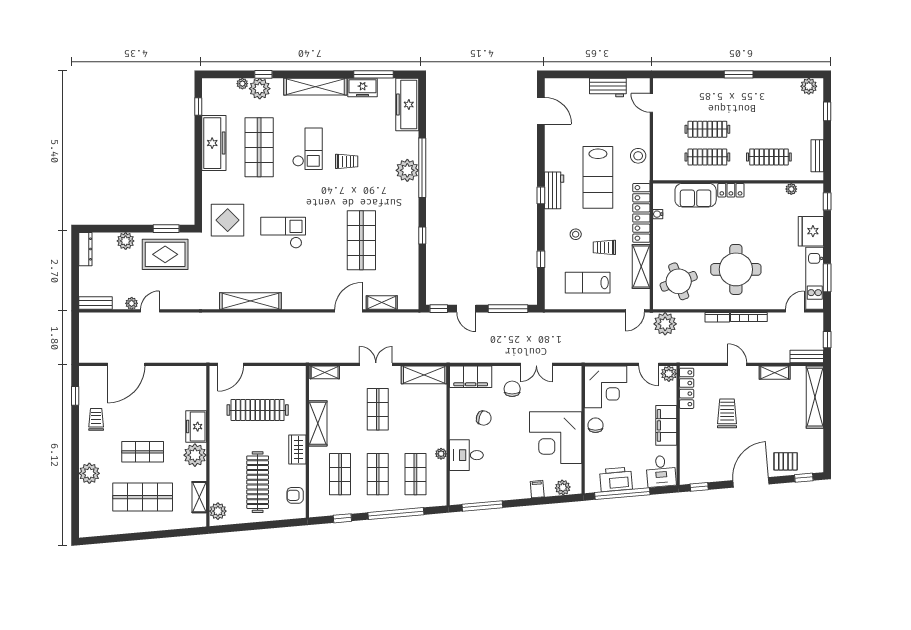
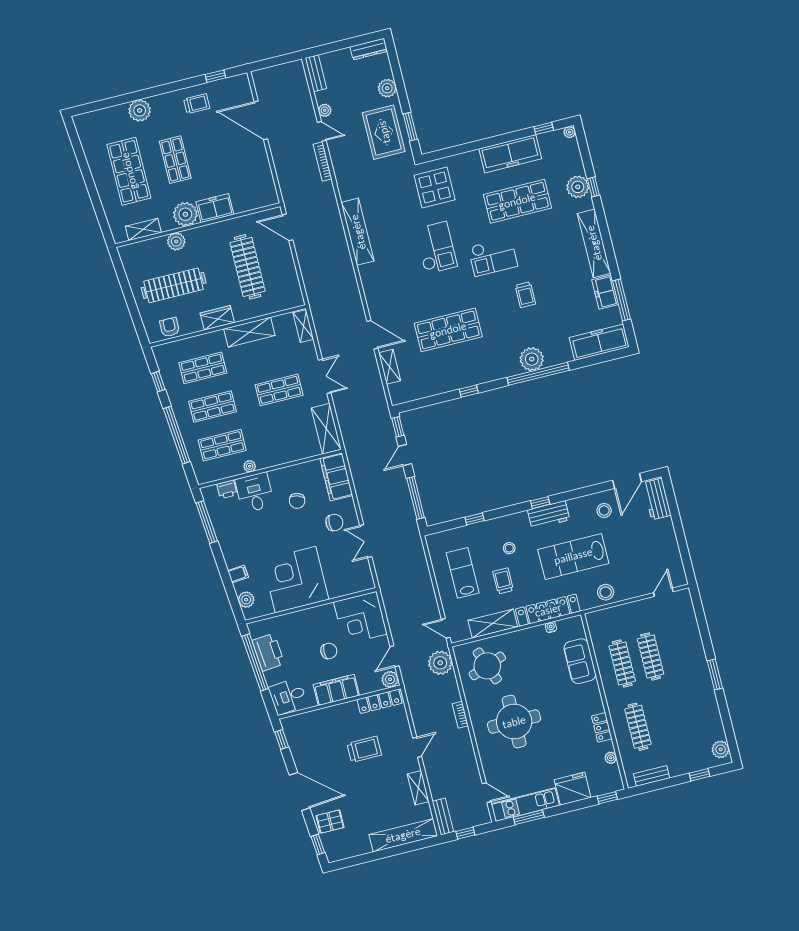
plant: (242, 84) -> (570, 132), moved
workbench: (608, 88) -> (657, 499), moved
stool: (563, 139) -> (604, 510), added
checkout: (307, 149) -> (493, 257), moved
locker: (731, 190) -> (602, 727), moved
bookcase: (749, 317) -> (323, 162), moved
chair: (595, 425) -> (329, 651), moved
pallet: (786, 461) -> (330, 822), turned 90
printer: (457, 480) -> (227, 489), added
plant: (218, 511) -> (176, 241), moved

